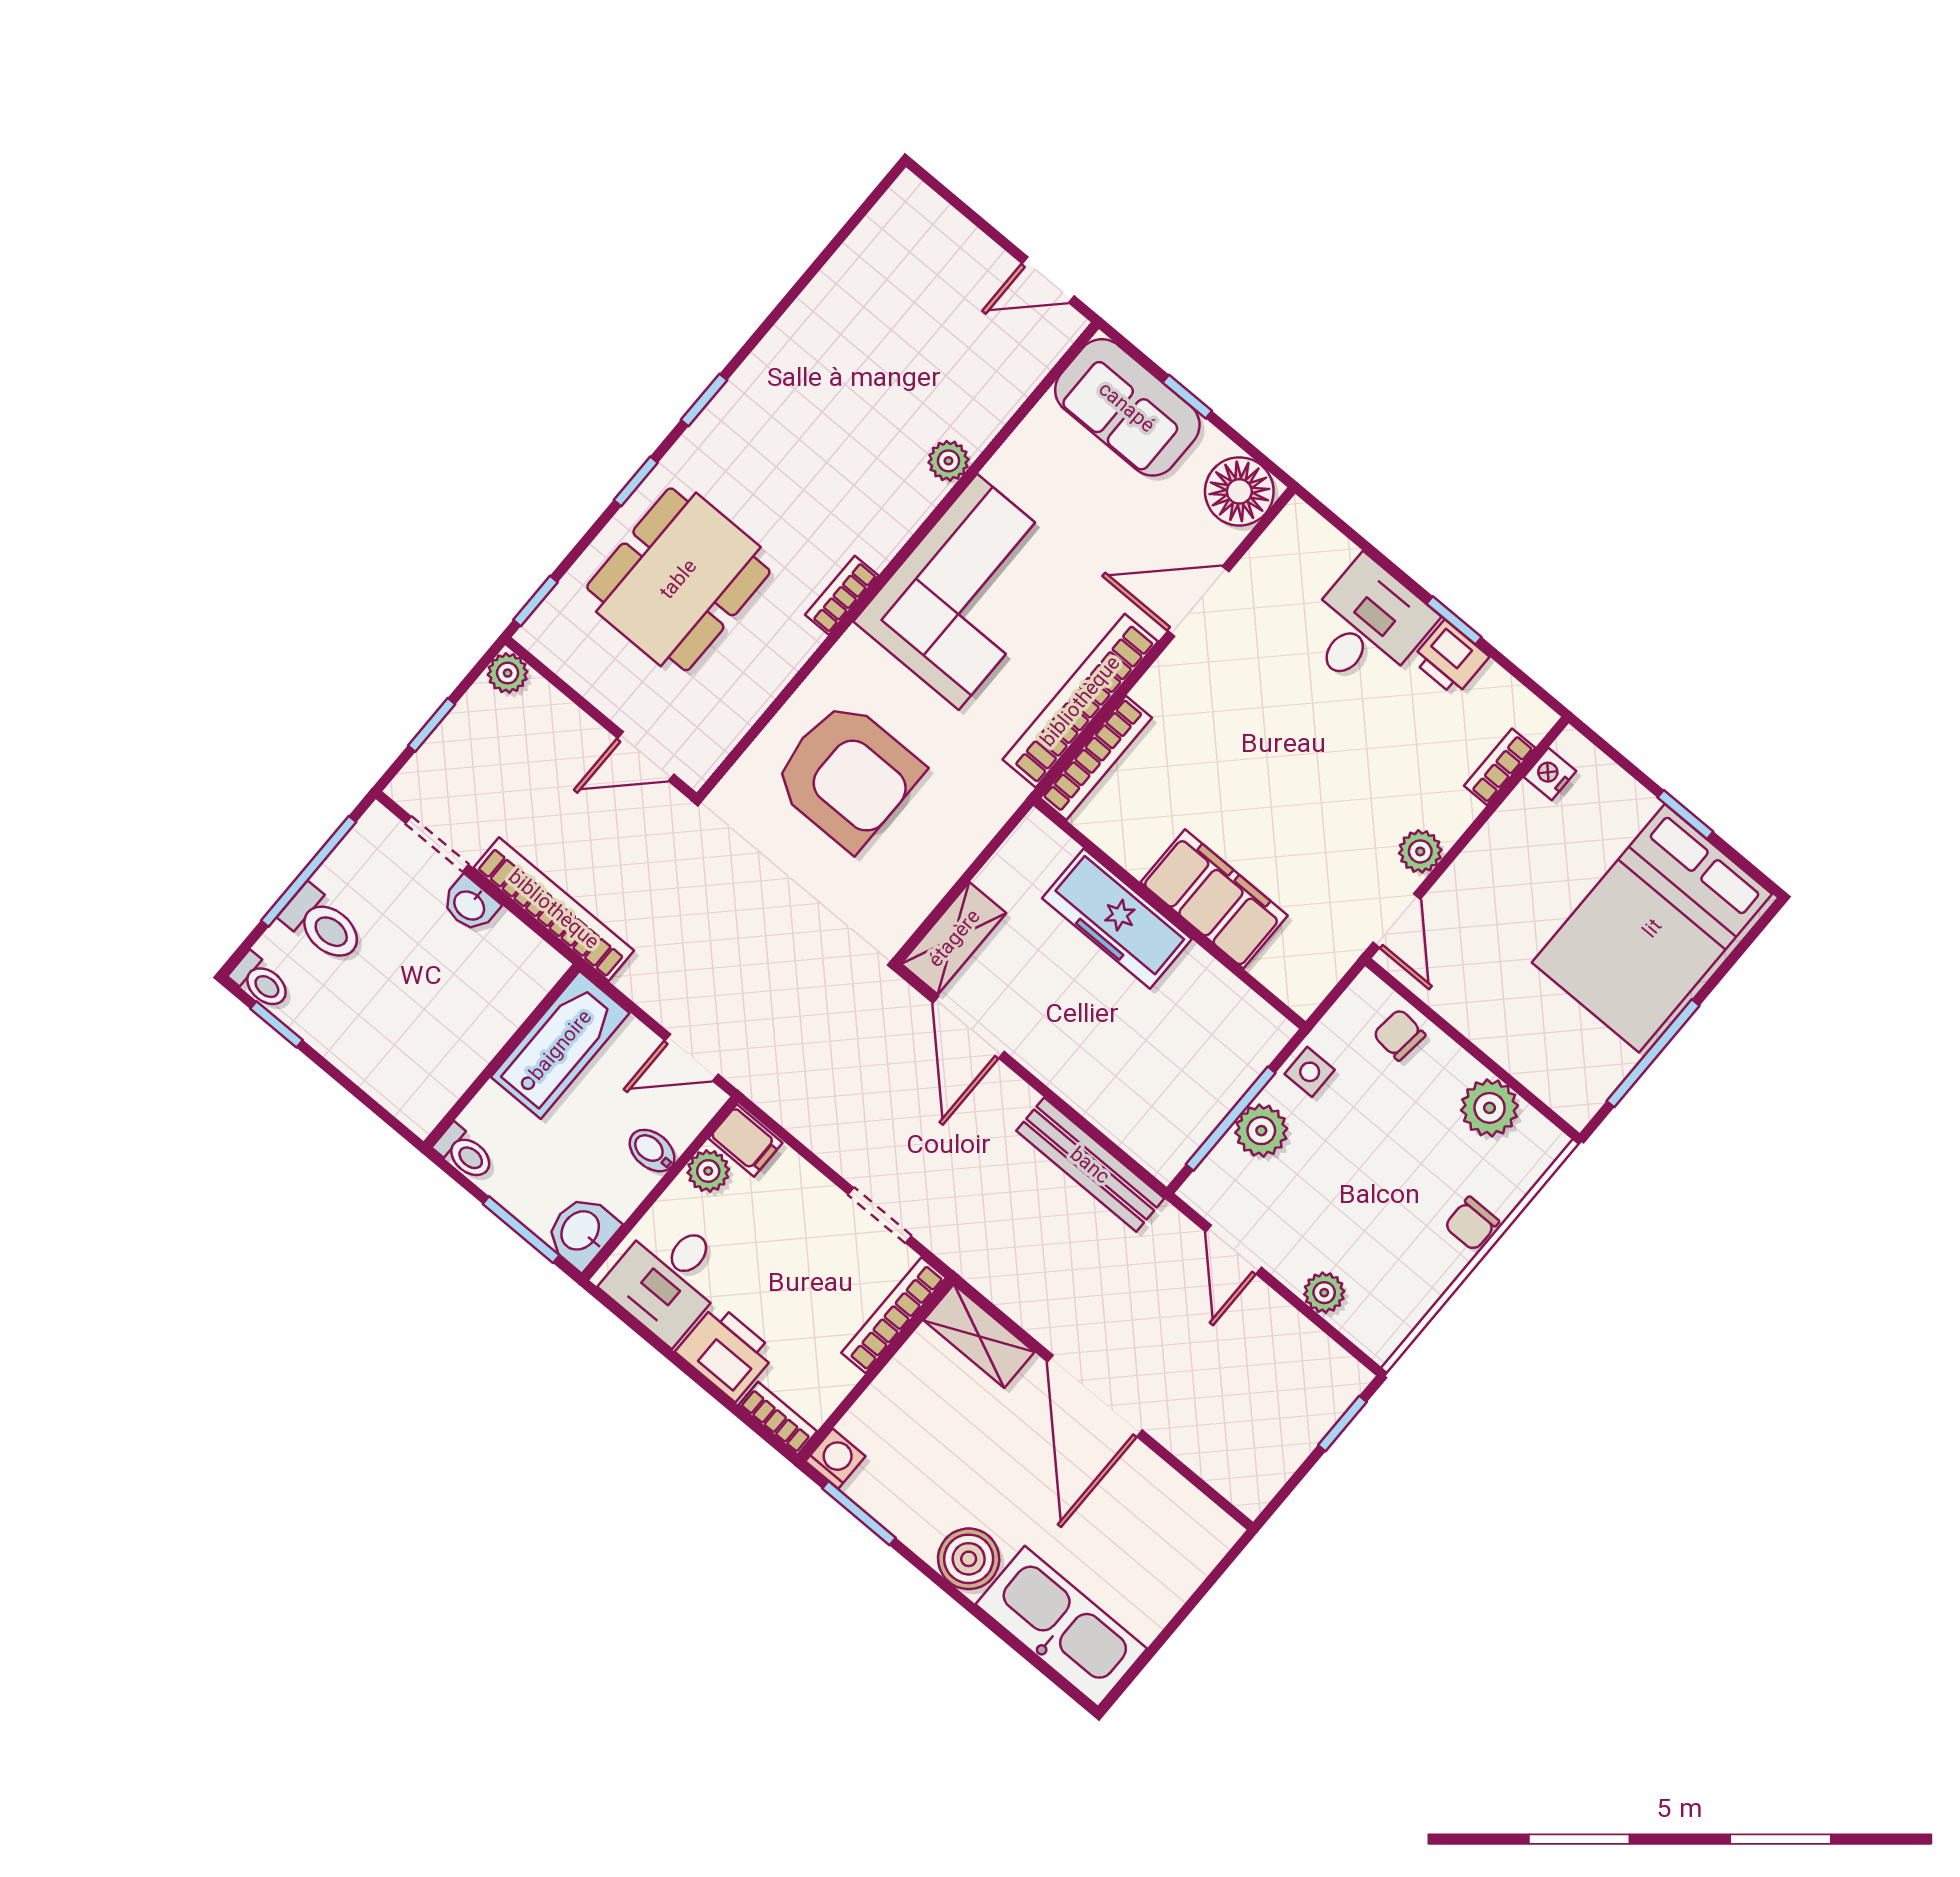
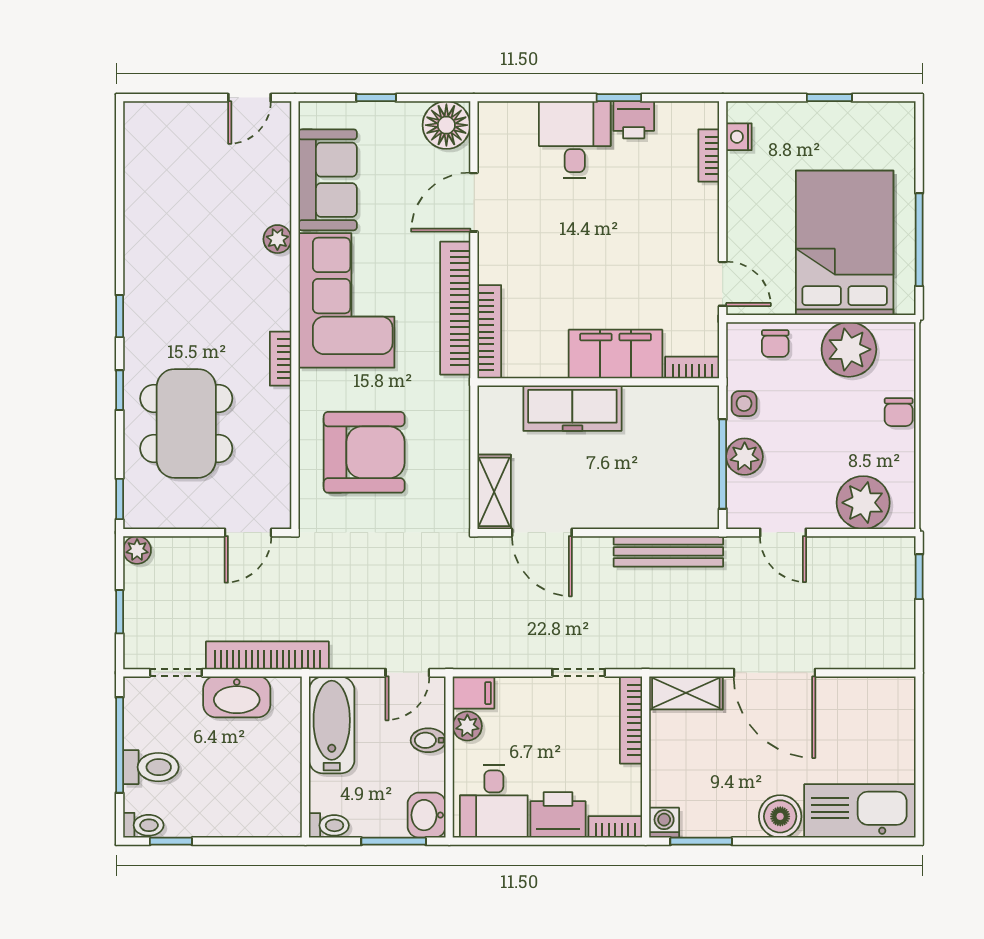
sofa: (1127, 407) -> (328, 180), moved, turned -90
plant: (1420, 851) -> (704, 236), removed
washbasin: (470, 905) -> (237, 697), width x1.91, depth x1.45
bed: (1652, 928) -> (845, 243), moved, turned 180
bookcase: (1286, 984) -> (692, 367), added
chair: (1399, 1035) -> (775, 344), turned -96
plant: (1490, 1108) -> (849, 349), width x1.36, depth x1.36
plant: (1324, 1293) -> (863, 503), width x1.88, depth x1.88

